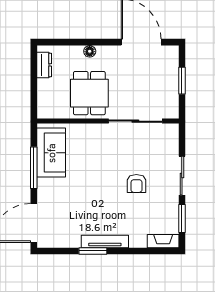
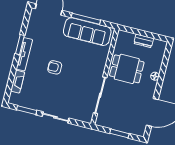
dresser: (44, 65) -> (144, 41), moved
sofa: (51, 153) -> (87, 32), width x1.36
armchair: (136, 184) -> (55, 67), moved
fireplace: (163, 241) -> (18, 82), moved

